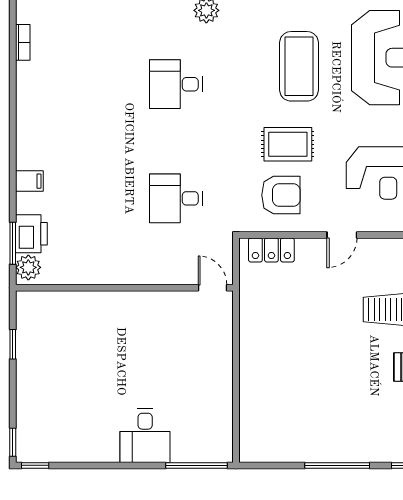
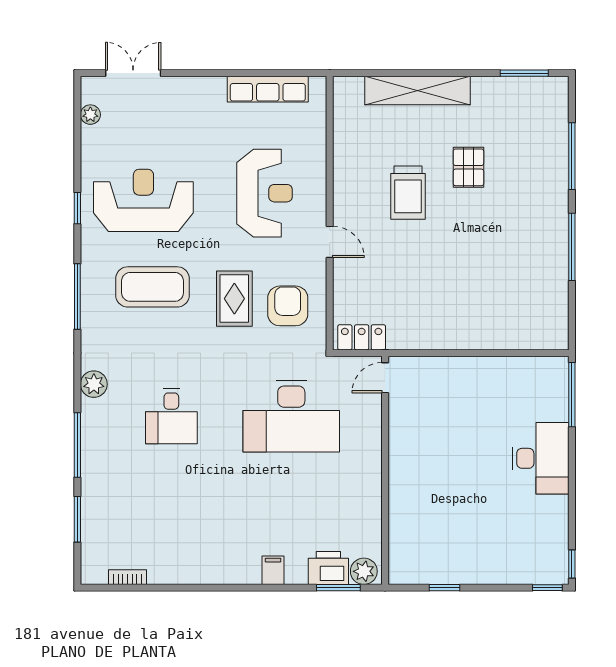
desk: (176, 198) -> (291, 416), width x1.87, depth x1.30
locker: (271, 250) -> (362, 337), moved, turned -90
desk: (145, 436) -> (541, 458), width x1.37

